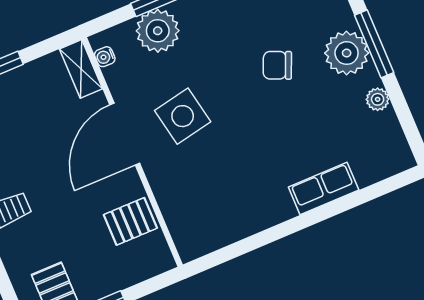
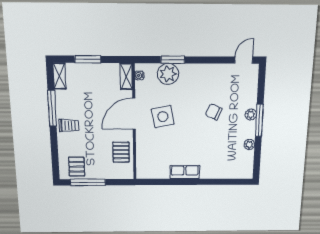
plant: (347, 53) -> (251, 115), width x0.53, depth x0.53
row of seats: (324, 189) -> (185, 172), moved
pallet: (130, 221) -> (121, 152), turned 90

